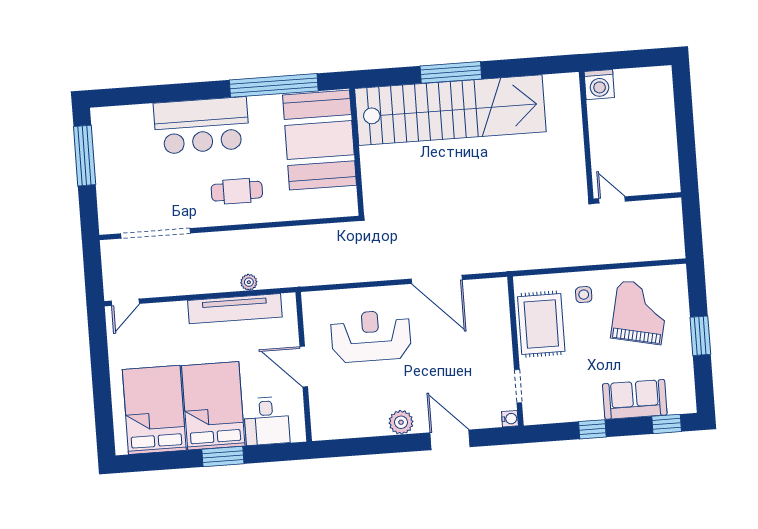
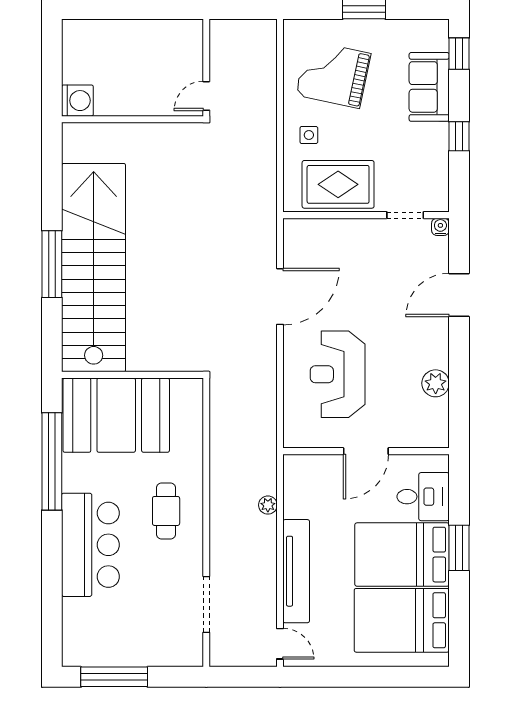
doorway: (156, 233) -> (206, 604), width x0.73
tv unit: (235, 309) -> (296, 571), moved
plant: (401, 422) -> (436, 383), moved

